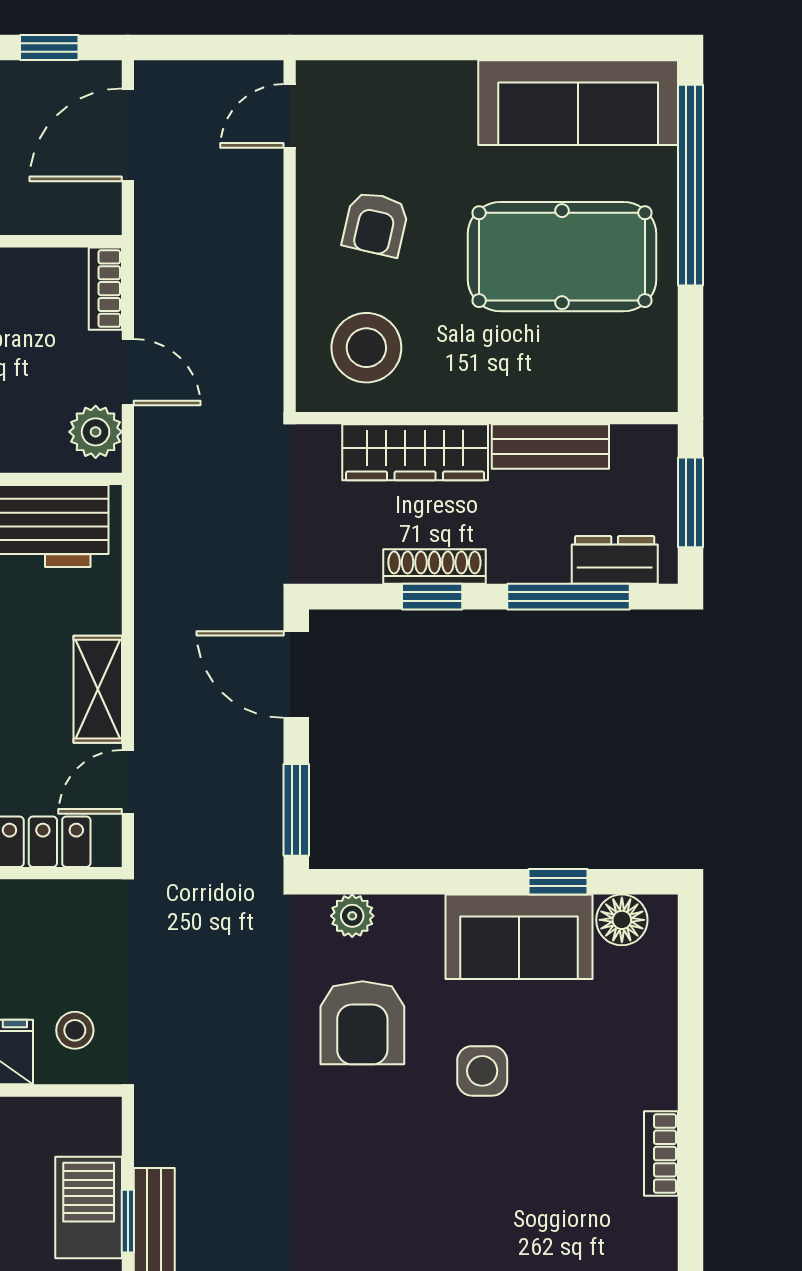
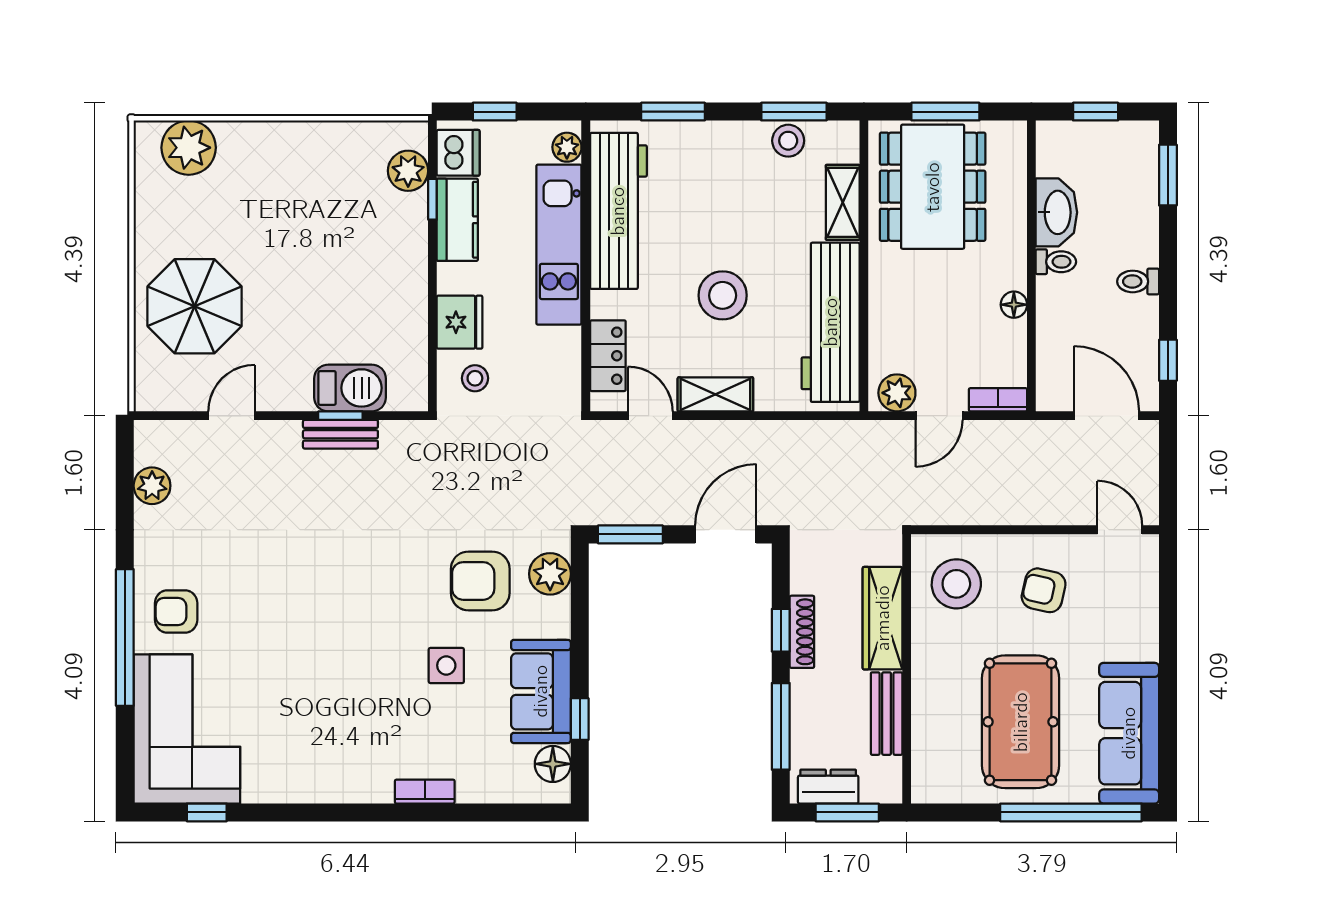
dresser: (615, 560) -> (828, 787), moved, turned -90
plant: (352, 916) -> (550, 574), width x1.38, depth x1.38
bookcase: (661, 1154) -> (425, 792), moved

